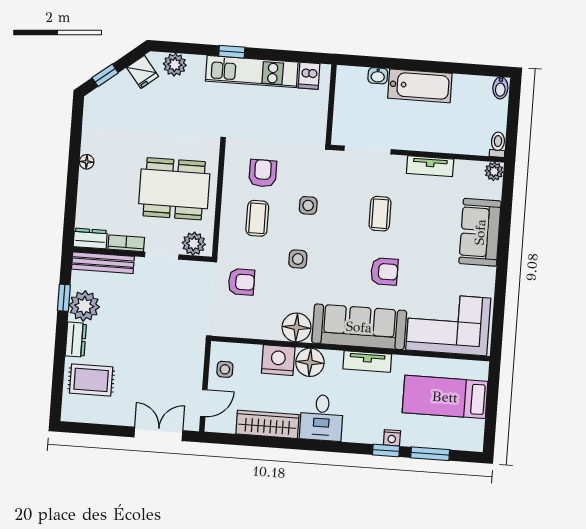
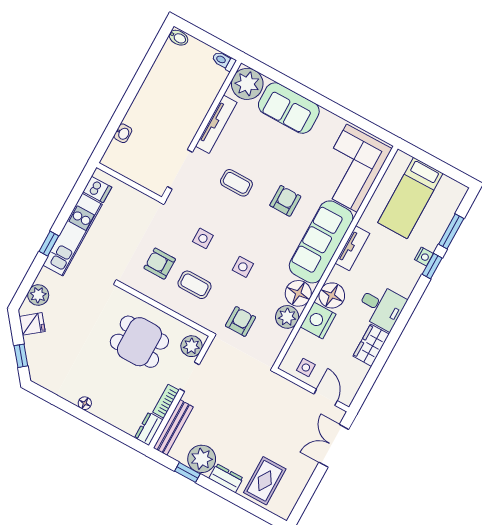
bathtub: (420, 86) -> (147, 103), removed
tv unit: (430, 166) -> (216, 124), width x1.41
plant: (494, 171) -> (247, 84), width x1.87, depth x1.87
dining table: (174, 189) -> (139, 342), width x0.73
plant: (268, 327) -> (287, 317), added
wardrobe: (267, 424) -> (371, 345), width x0.67

